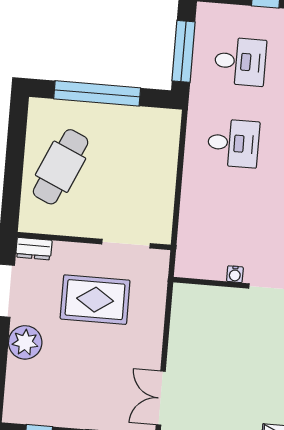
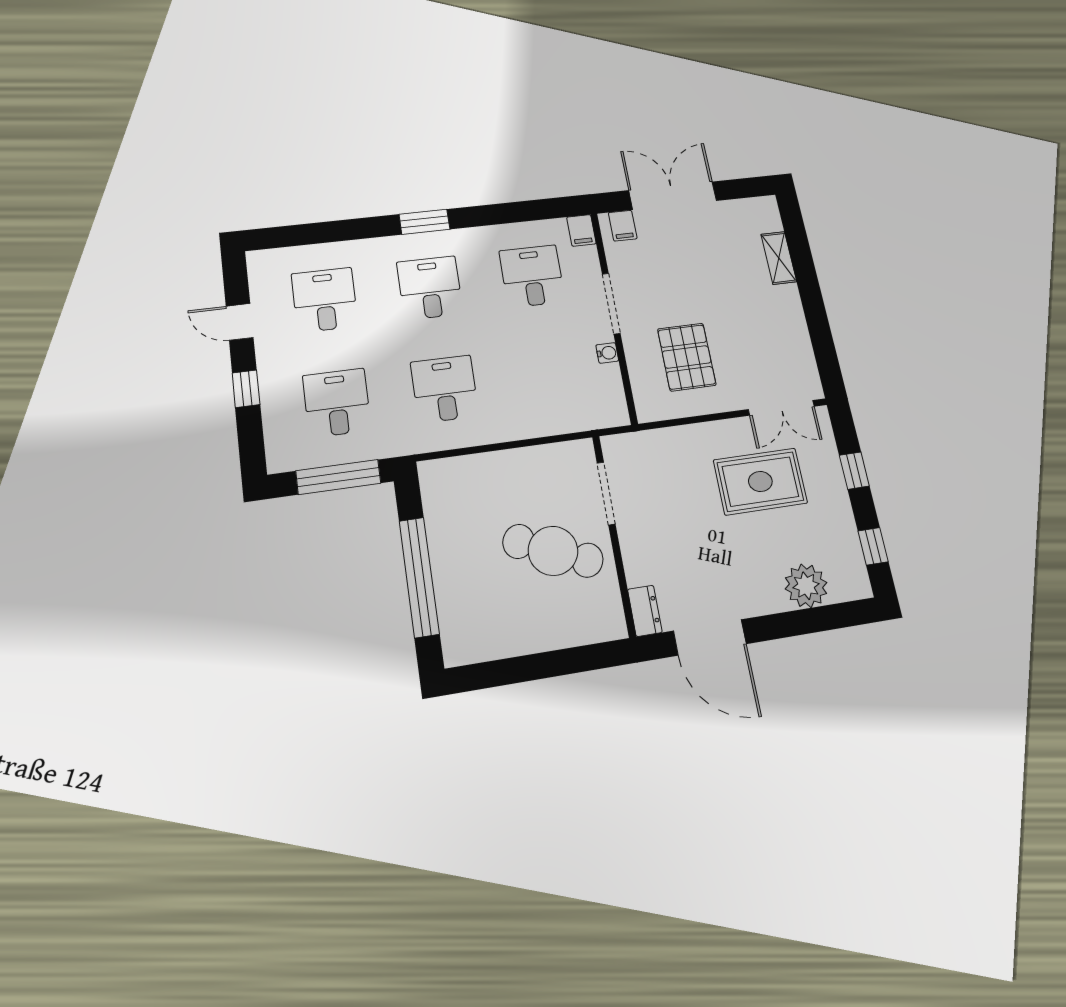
cafe table: (61, 167) -> (553, 551), moved
rug: (95, 300) -> (760, 481), moved, turned 90
pallet: (218, 336) -> (687, 357), added
plant: (25, 342) -> (806, 586), moved

